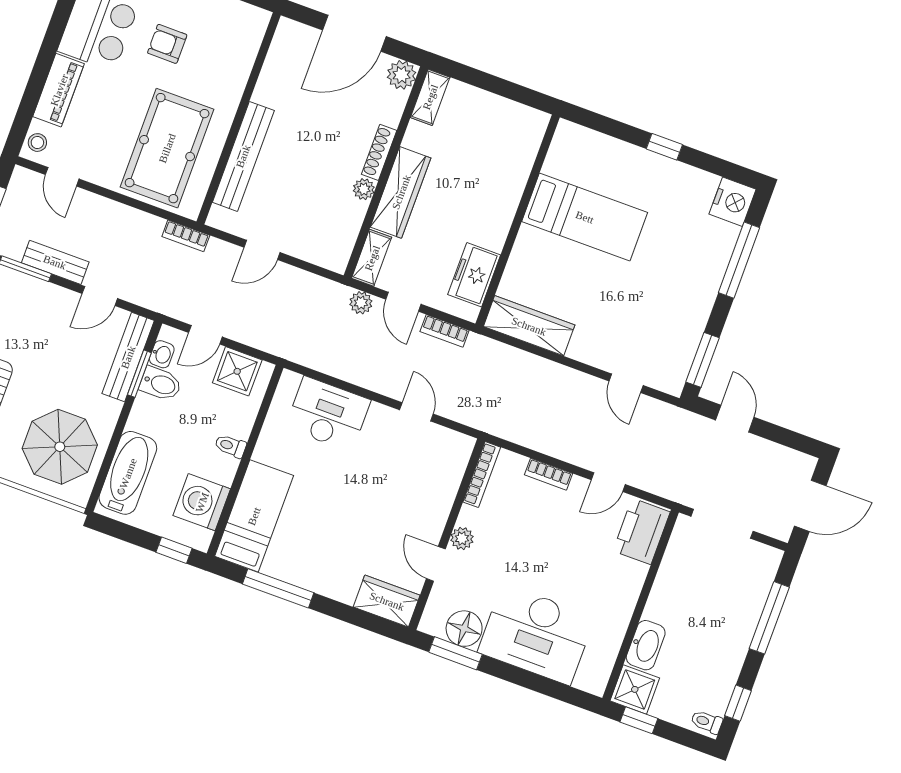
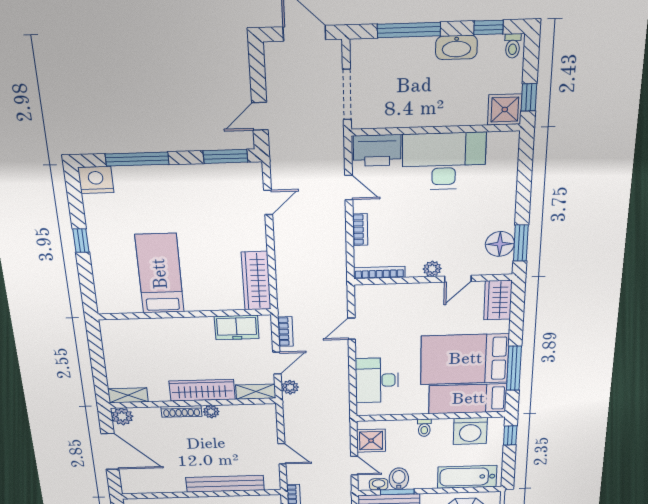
bed: (316, 533) -> (465, 359), added
desk: (536, 634) -> (444, 161), moved, turned -90
washbasin: (646, 645) -> (456, 47), moved, turned 180

